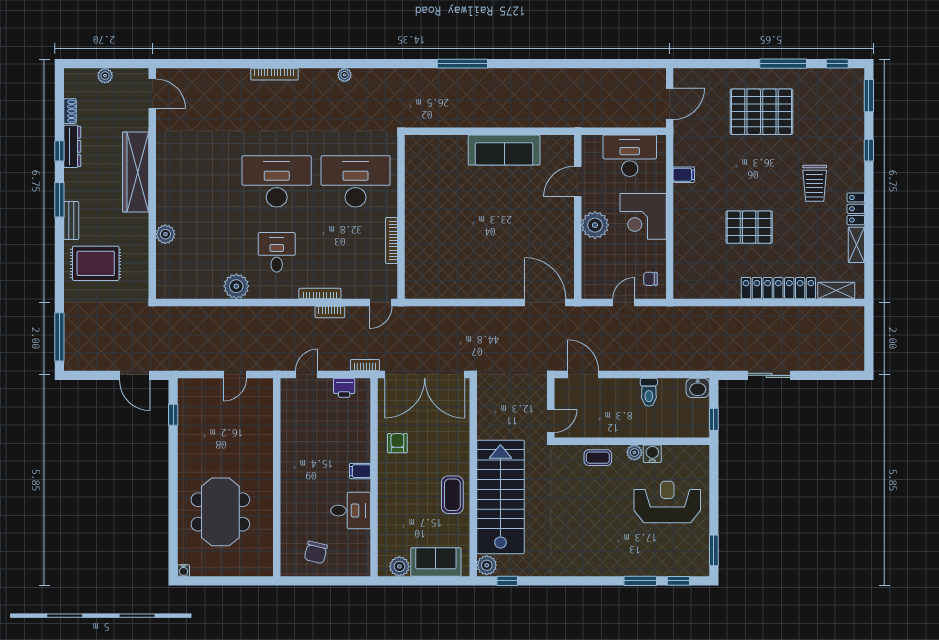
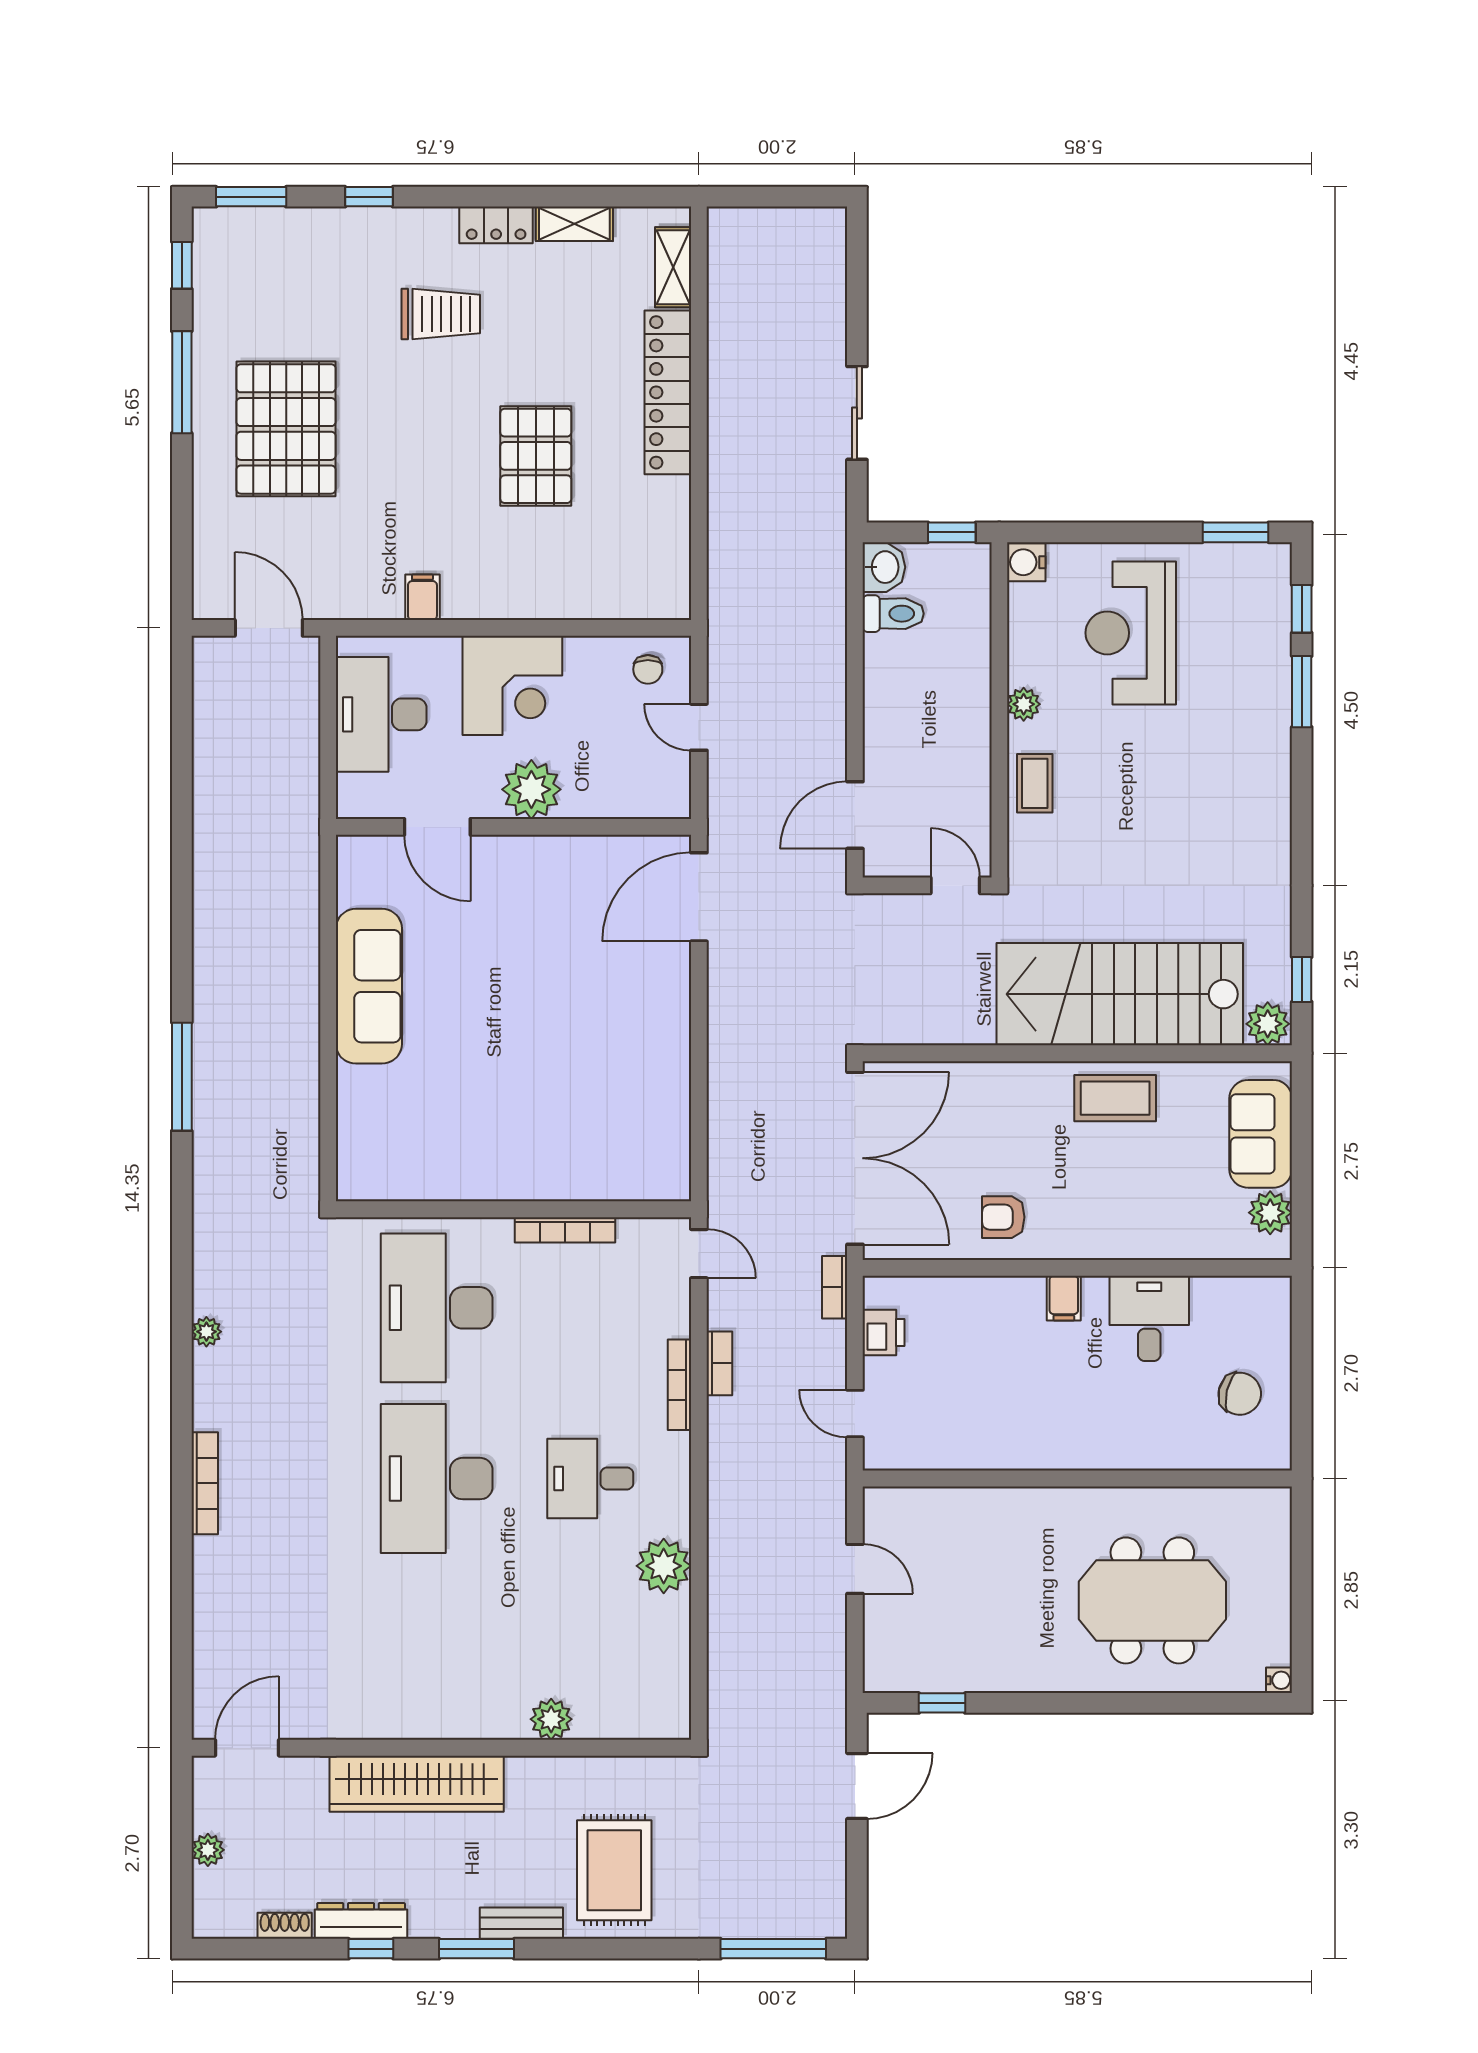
toilet: (649, 392) -> (893, 614), moved
water cooler: (652, 454) -> (1026, 562), moved

